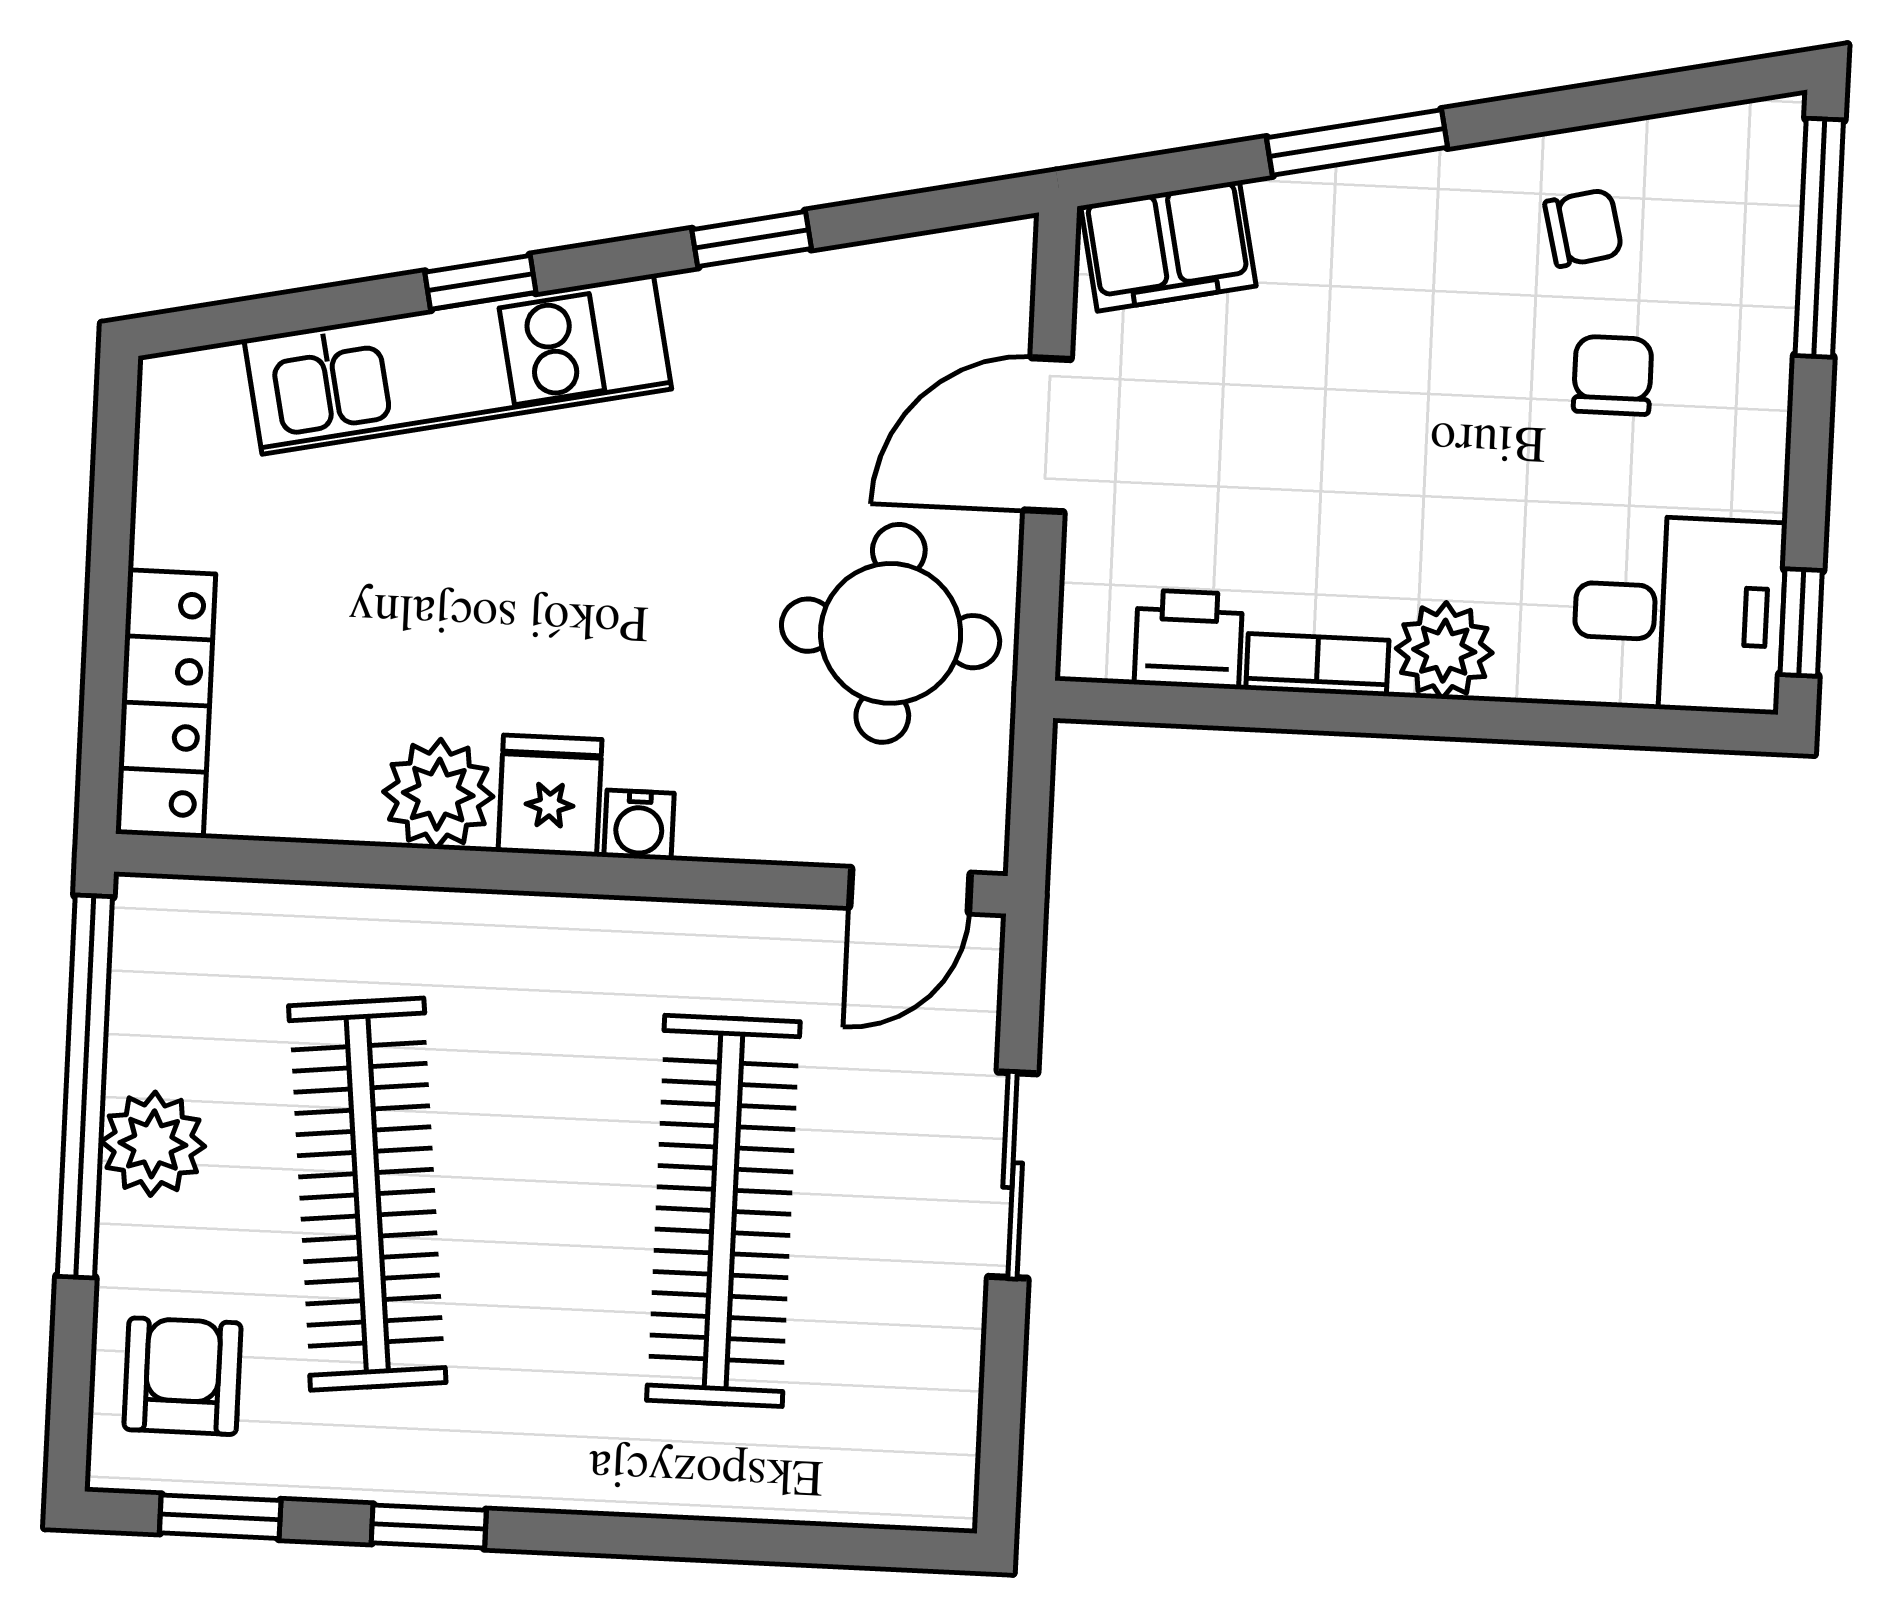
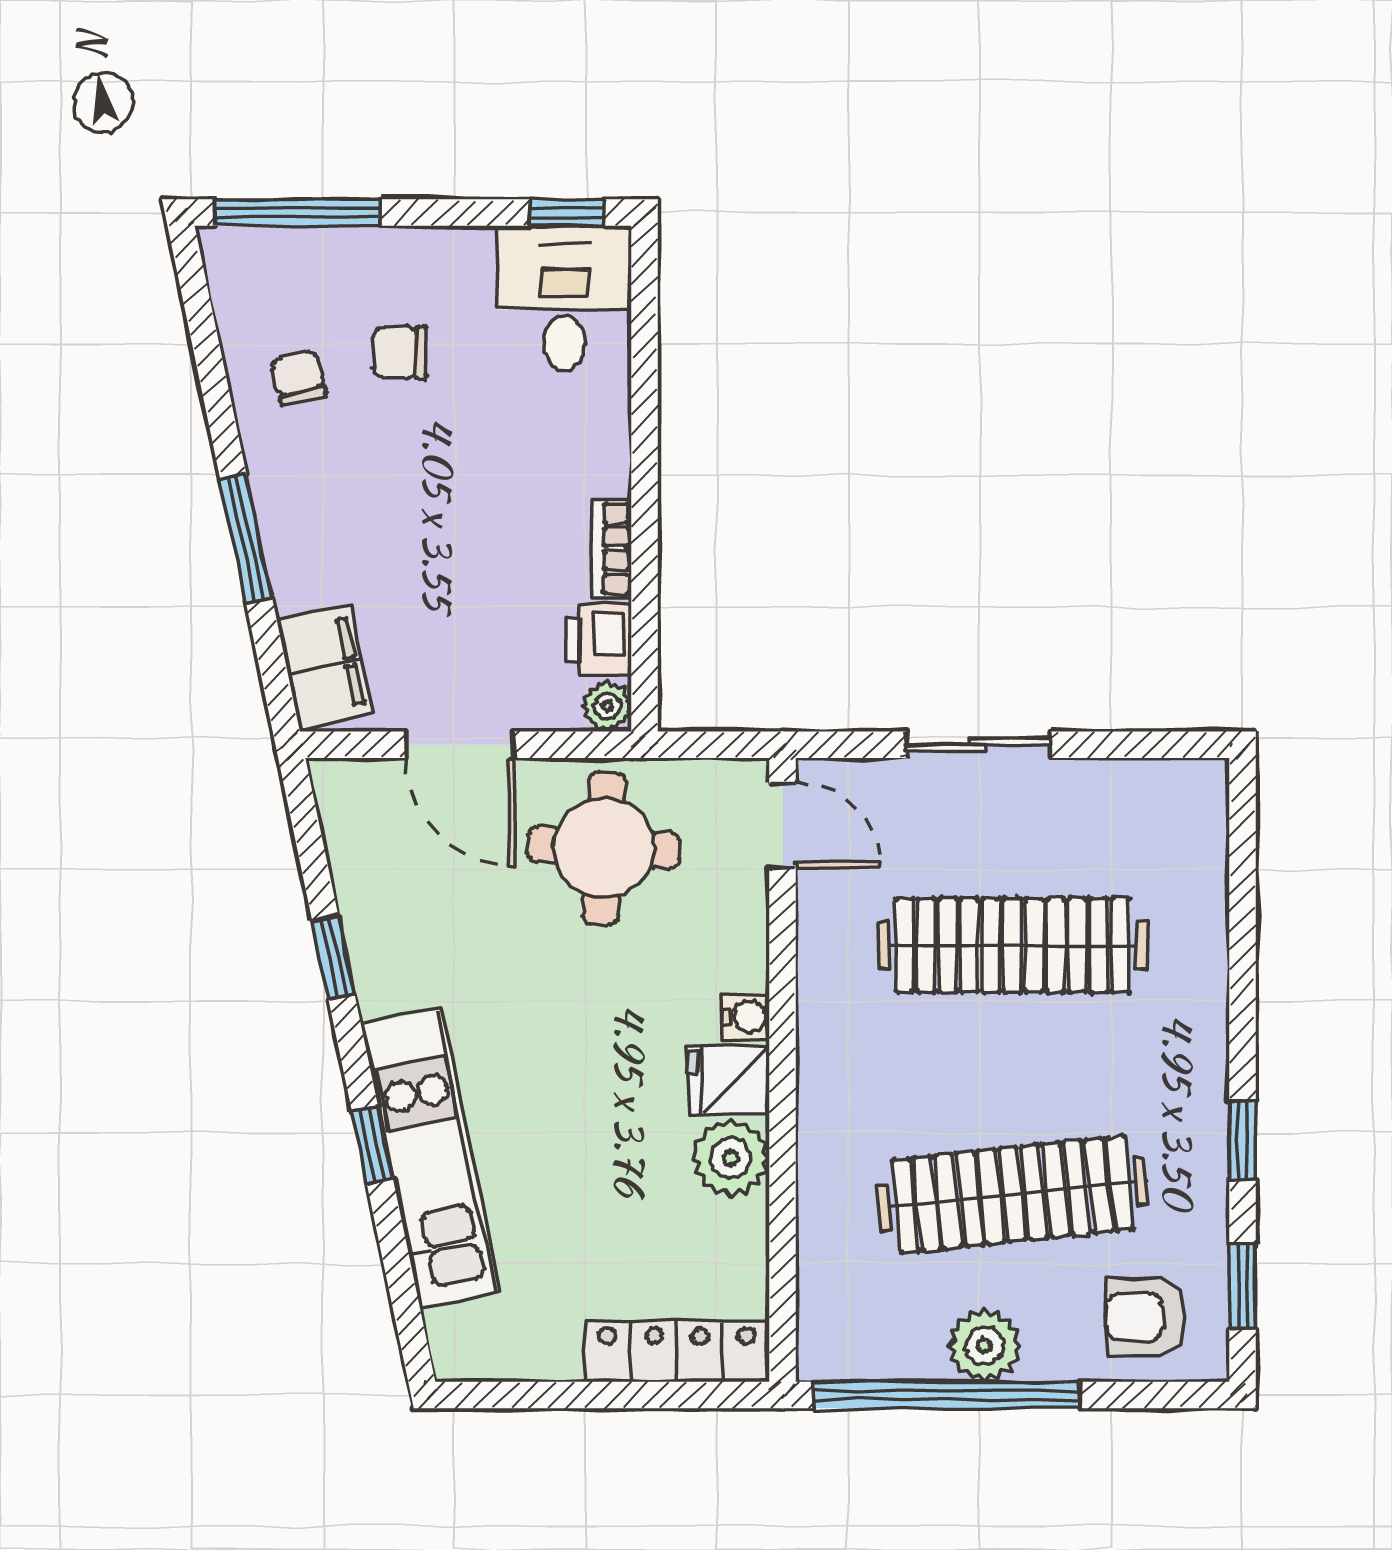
plant: (1444, 651) -> (607, 706), moved, width x0.73, depth x0.73

